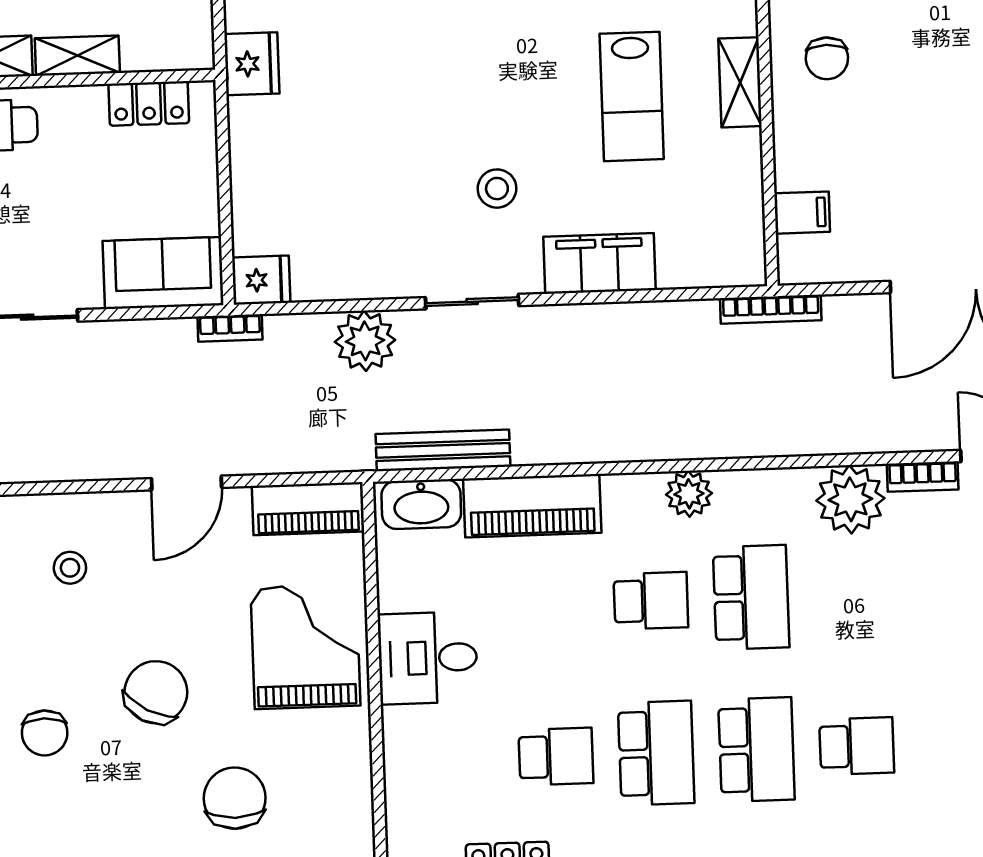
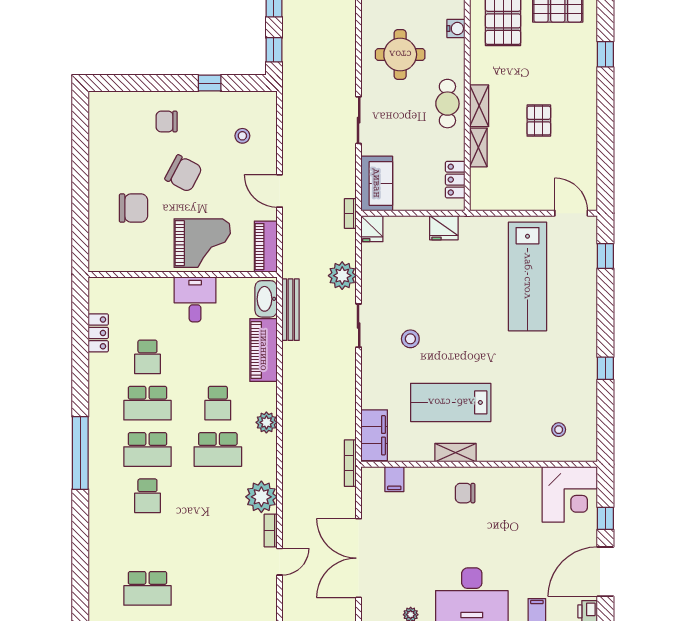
fridge: (252, 64) -> (444, 228), moved
lab bench: (632, 96) -> (451, 402), width x1.36, depth x1.39
filing cabinet: (600, 263) -> (374, 435), moved

